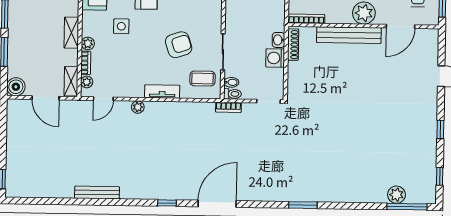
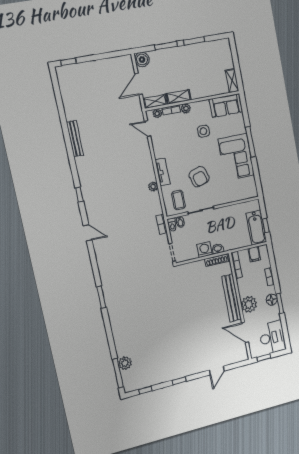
shelving: (71, 33) -> (179, 97), moved
plant: (138, 107) -> (153, 187), moved
door: (217, 204) -> (88, 233), width x0.53

